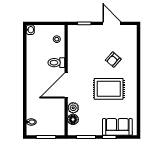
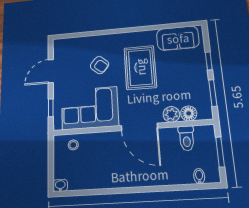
corner sofa: (82, 51) -> (90, 108), added
toilet: (56, 63) -> (186, 138), moved
sofa: (117, 127) -> (178, 38), moved, turned -90

